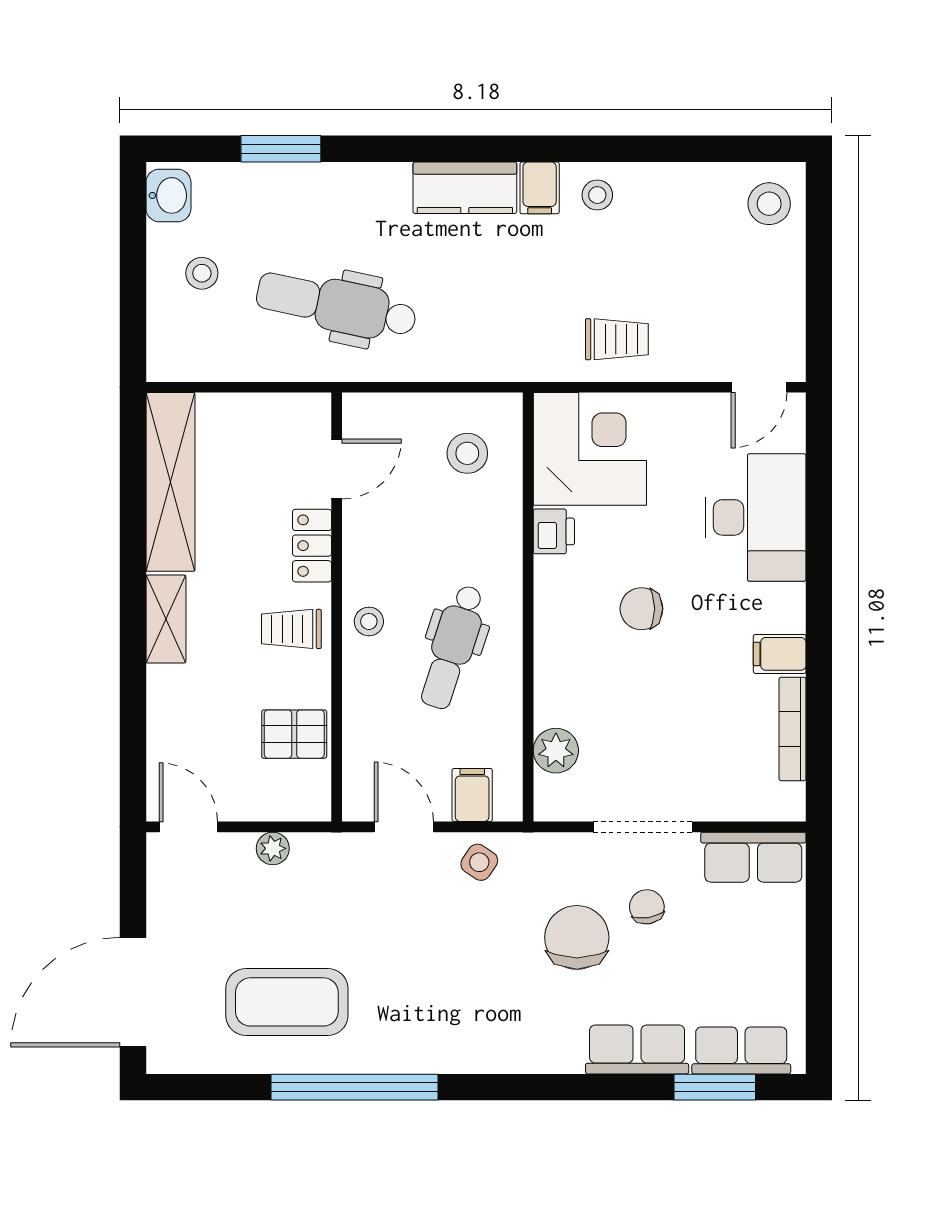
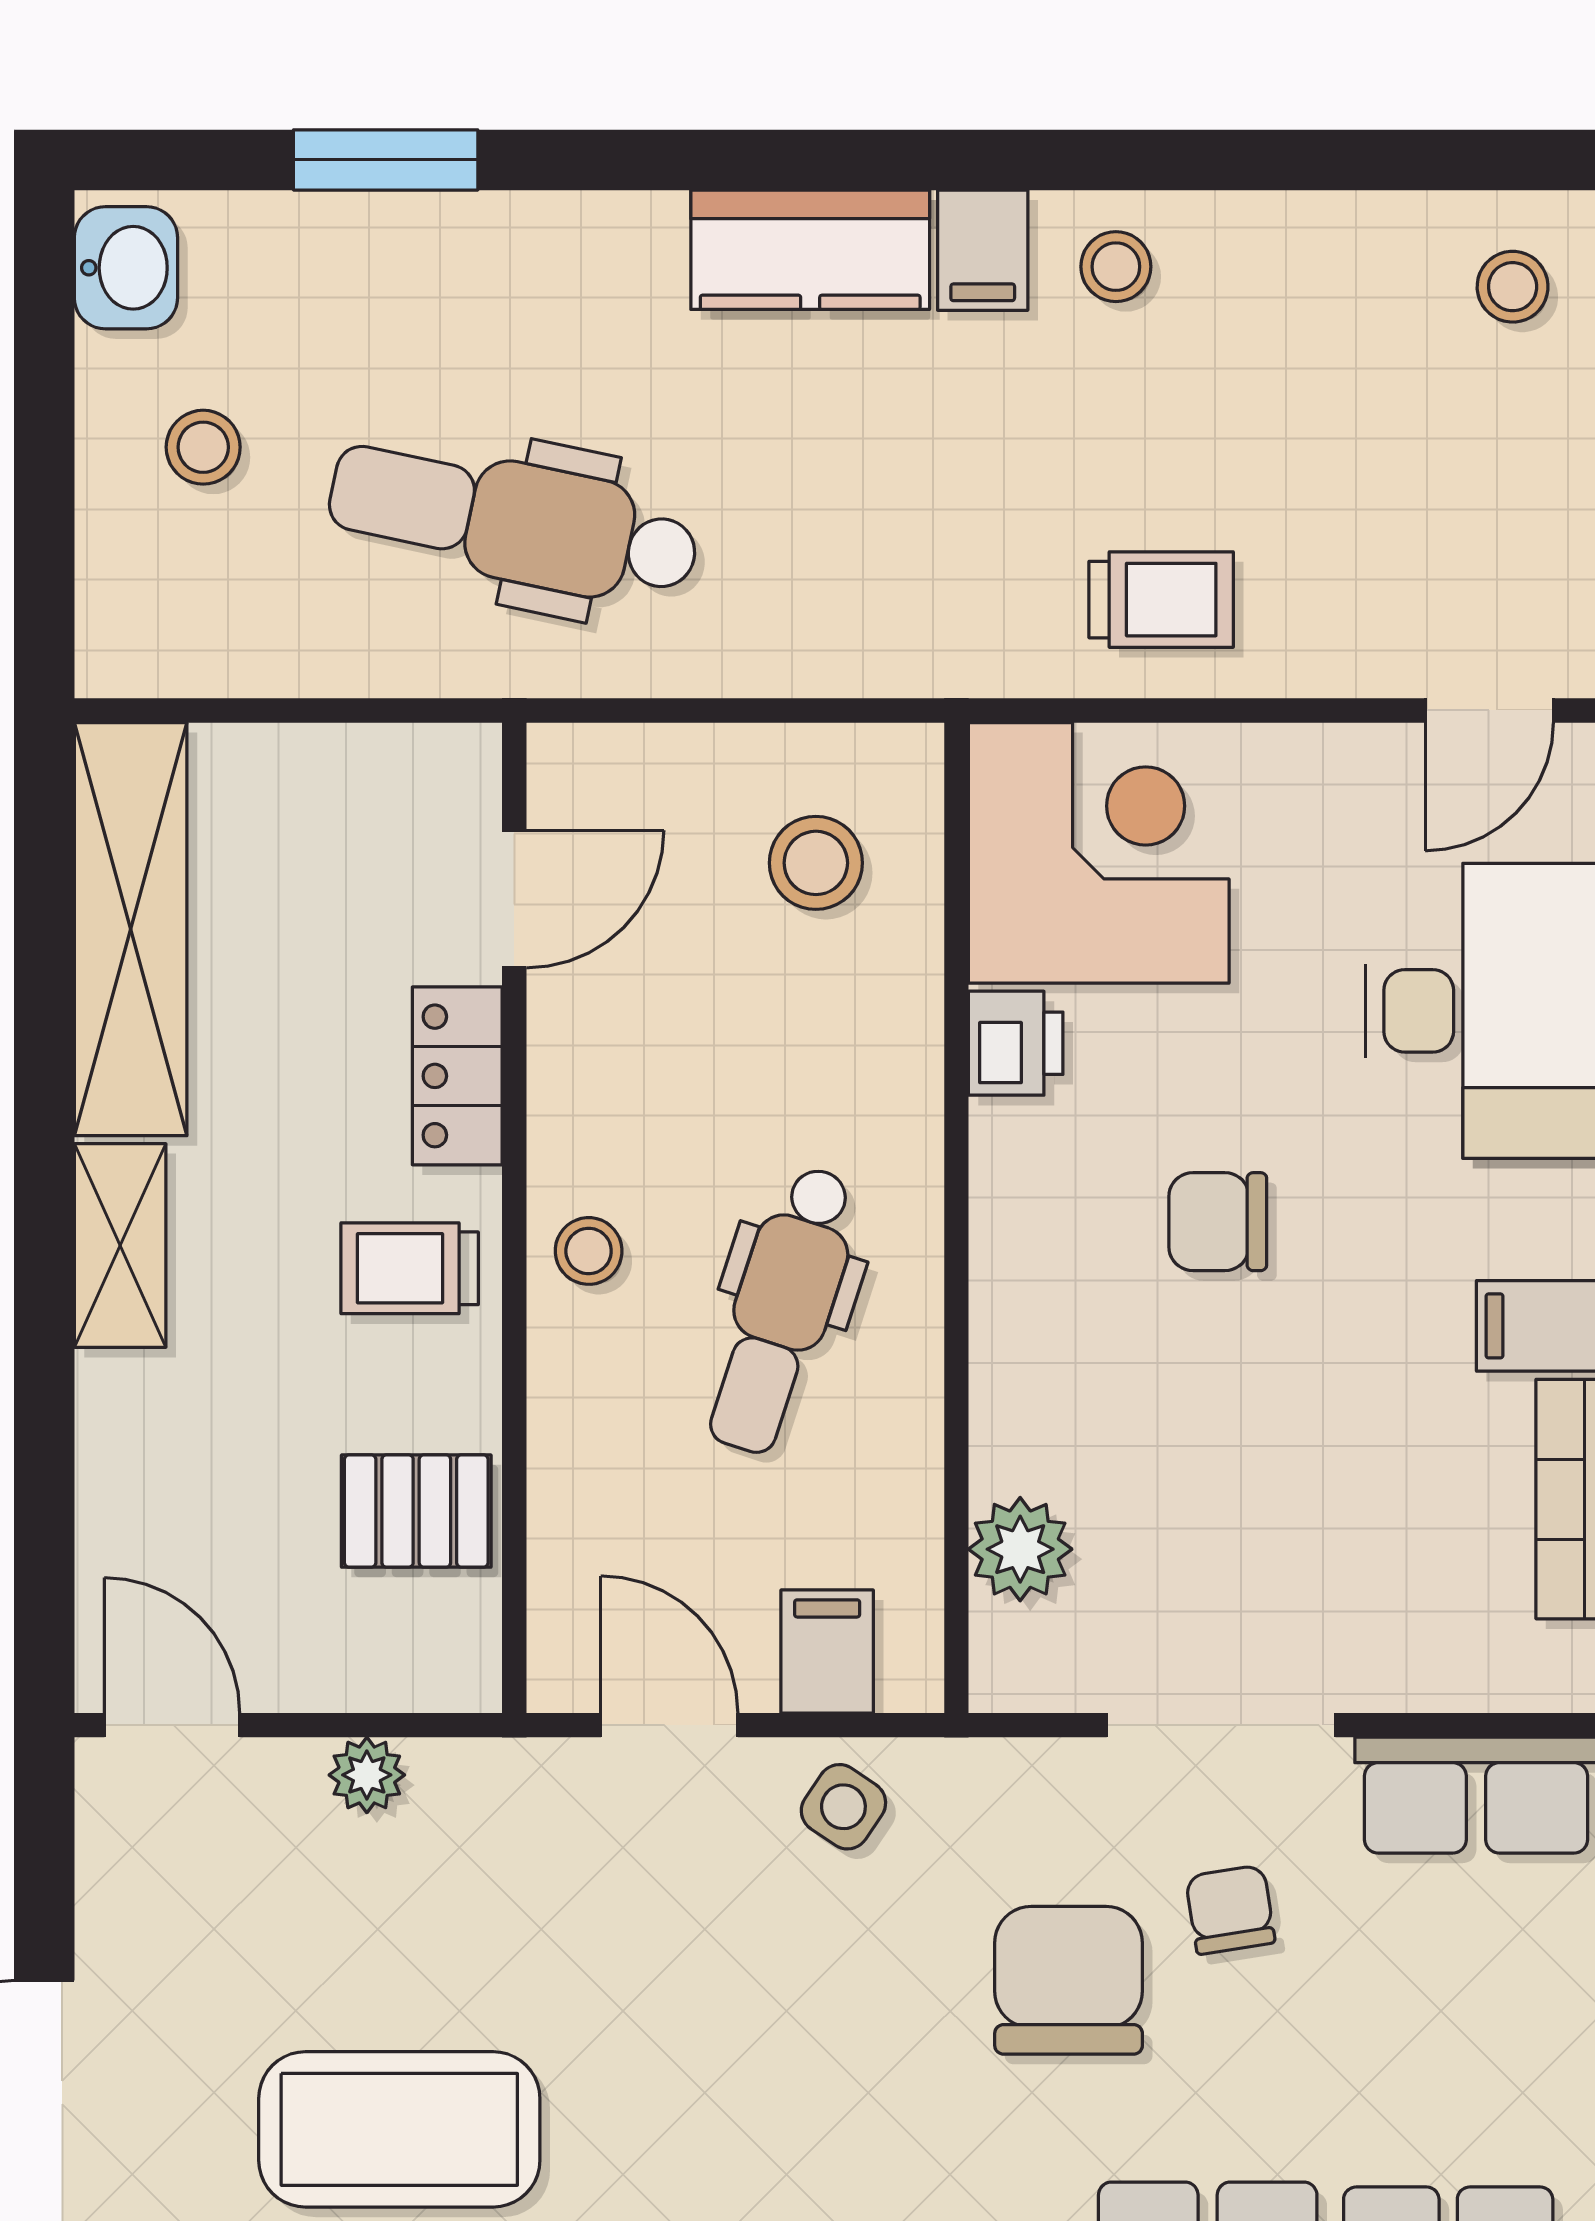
stool: (769, 204) -> (1513, 287), width x0.73, depth x0.73

